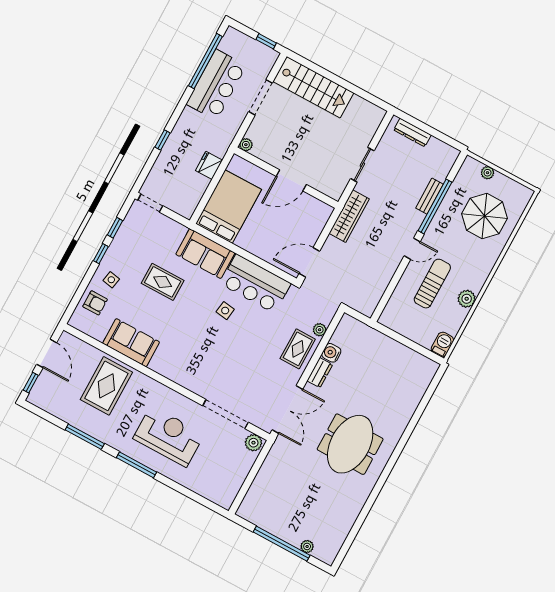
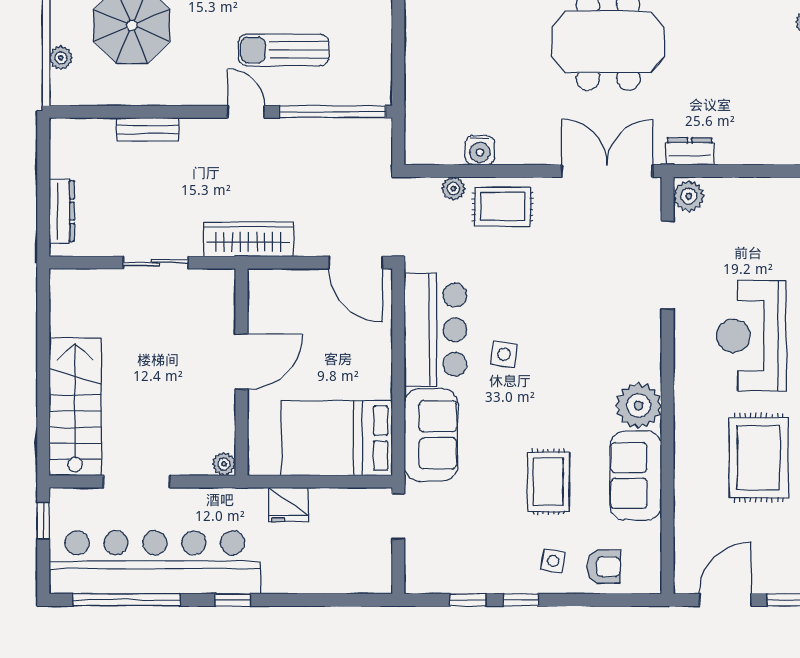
bar counter: (216, 85) -> (155, 562), width x1.86
window: (163, 140) -> (233, 600), moved
door: (291, 180) -> (241, 362), hinge flipped
doorway: (150, 203) -> (398, 516), moved
window: (435, 206) -> (333, 112), moved
rug: (163, 282) -> (548, 482), moved
armchair: (95, 303) -> (604, 567), turned 90
plant: (165, 363) -> (639, 406), added
dresser: (320, 373) -> (690, 151), moved
rug: (106, 386) -> (759, 458), moved, turned 90

